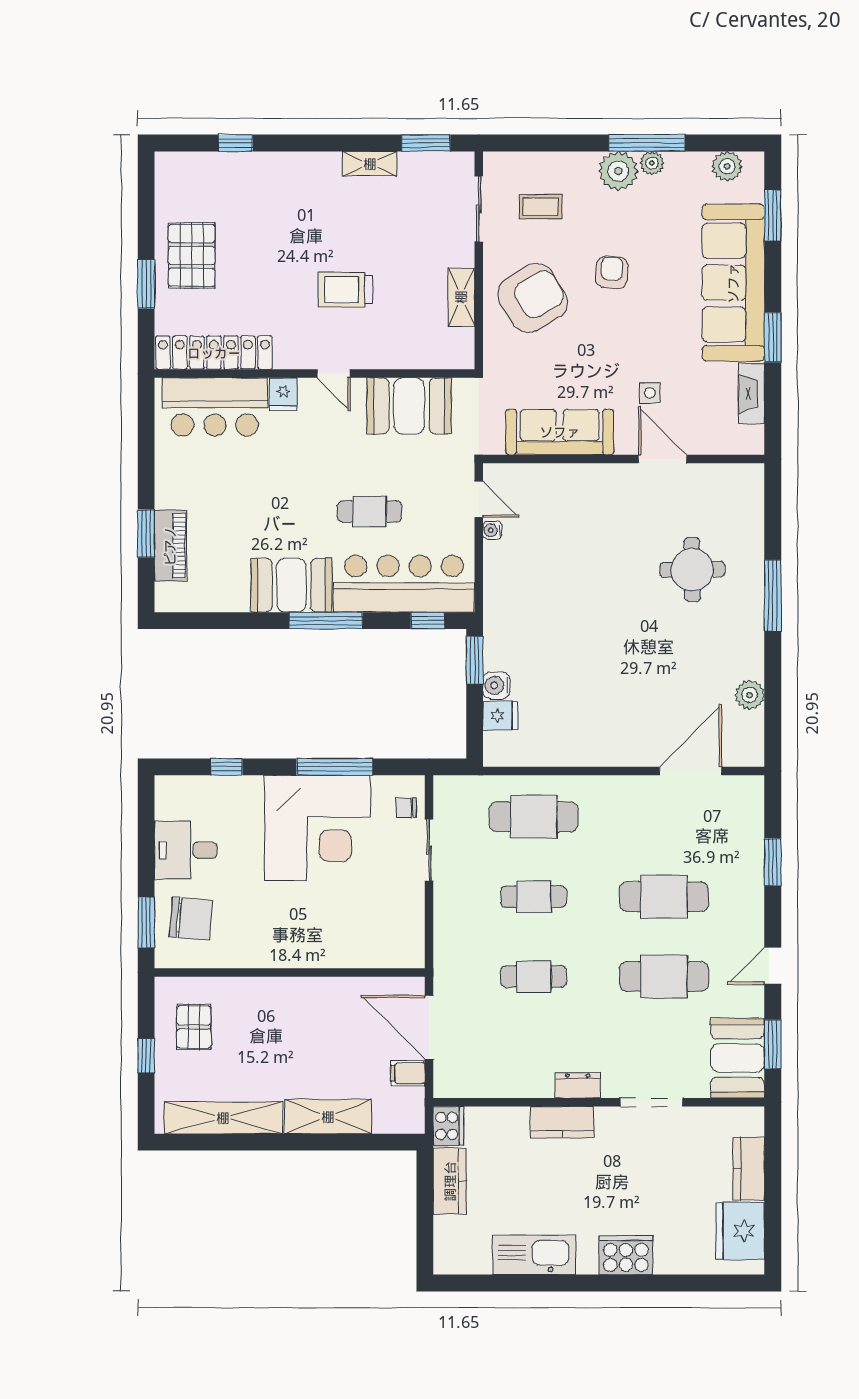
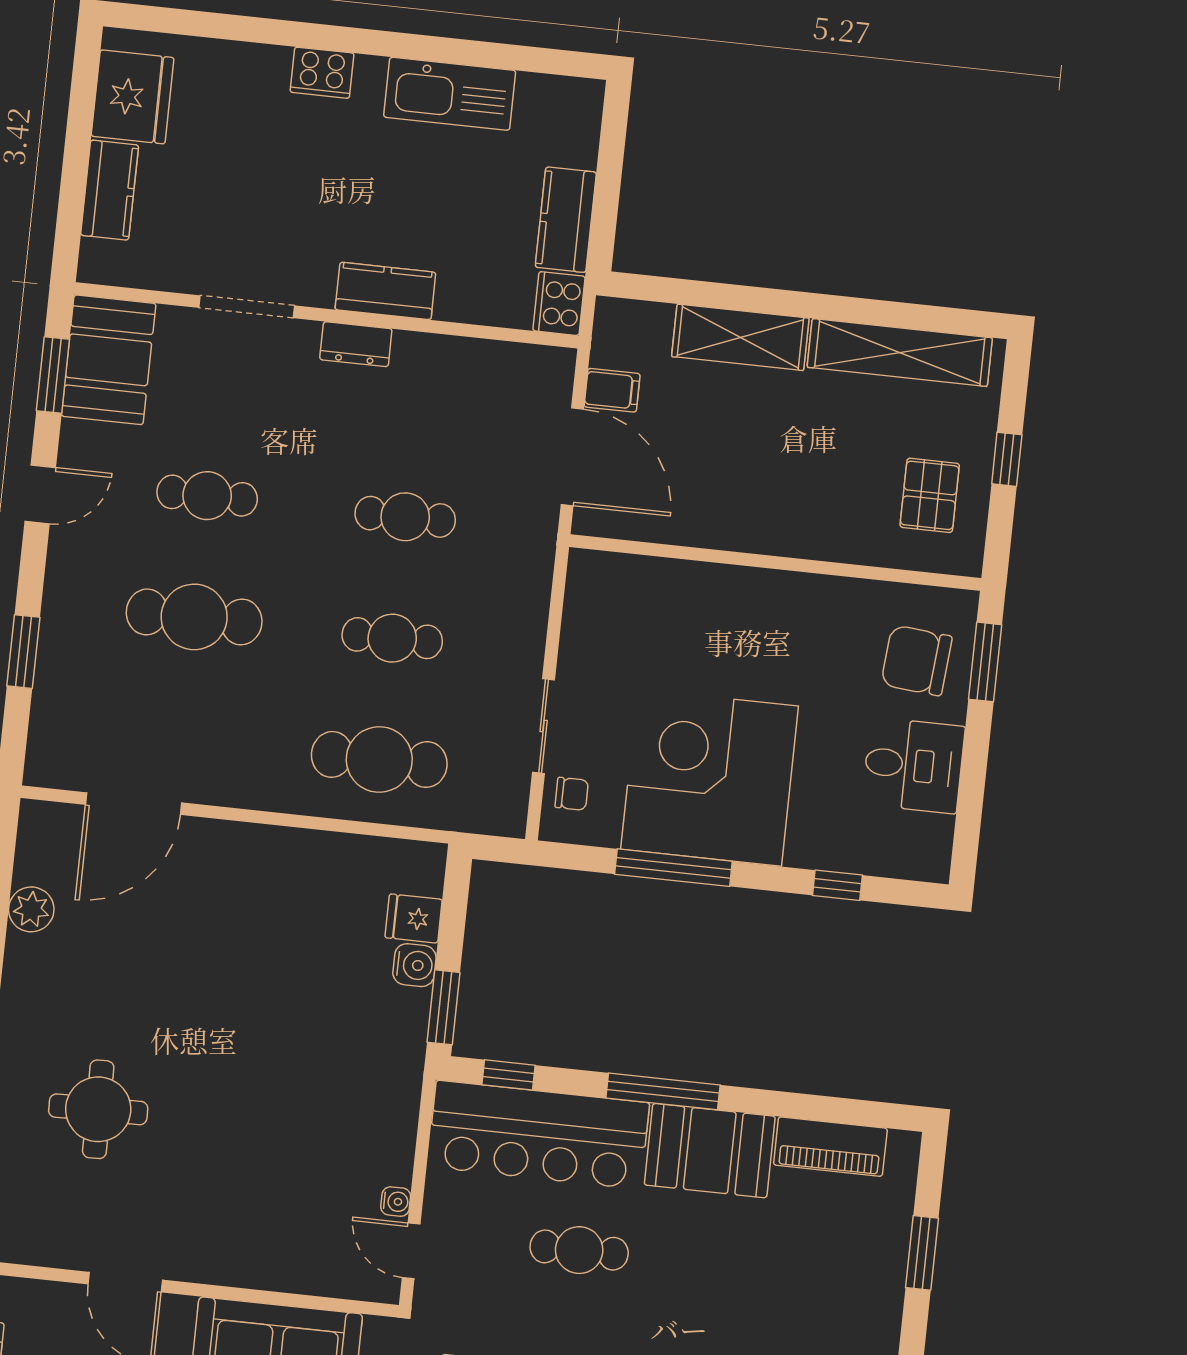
piano: (170, 546) -> (830, 1147), moved, turned -90
cafe table: (664, 977) -> (207, 496), width x0.73, depth x0.74
cooker: (626, 1255) -> (322, 73), width x0.73, depth x0.76

